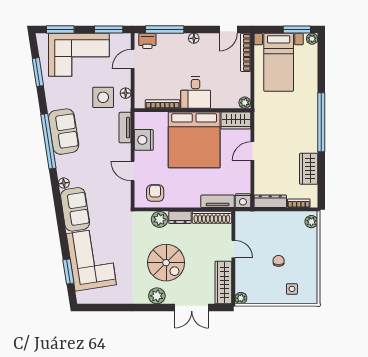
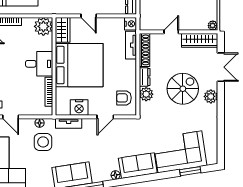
plant: (245, 103) -> (43, 26), width x1.87, depth x1.87

